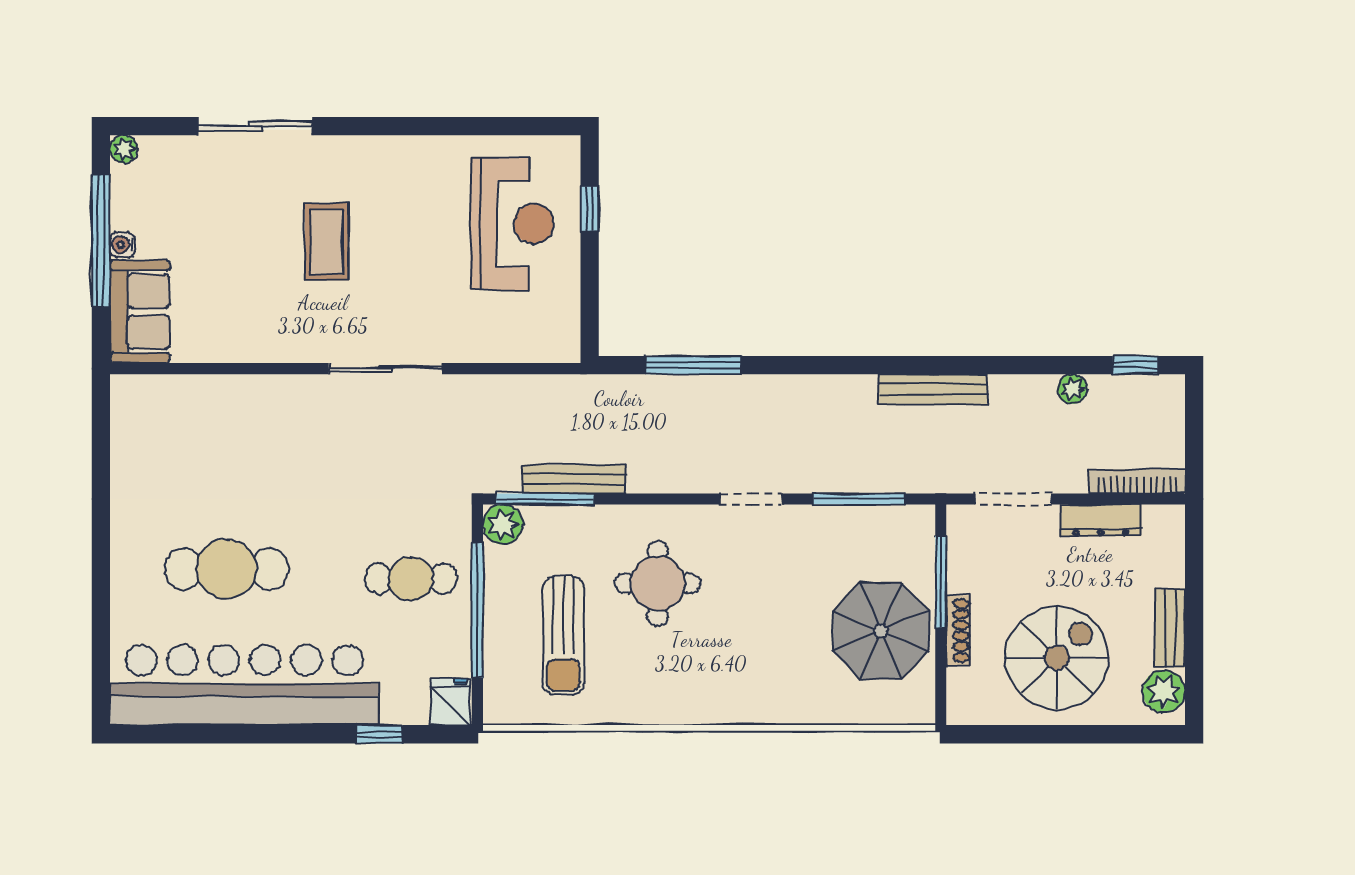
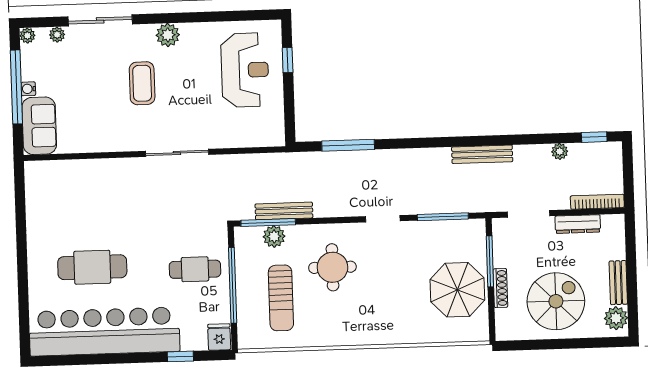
plant: (177, 149) -> (57, 35), added
plant: (376, 156) -> (168, 35), added
plant: (503, 524) -> (274, 236), moved

